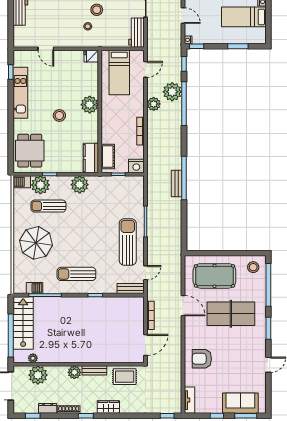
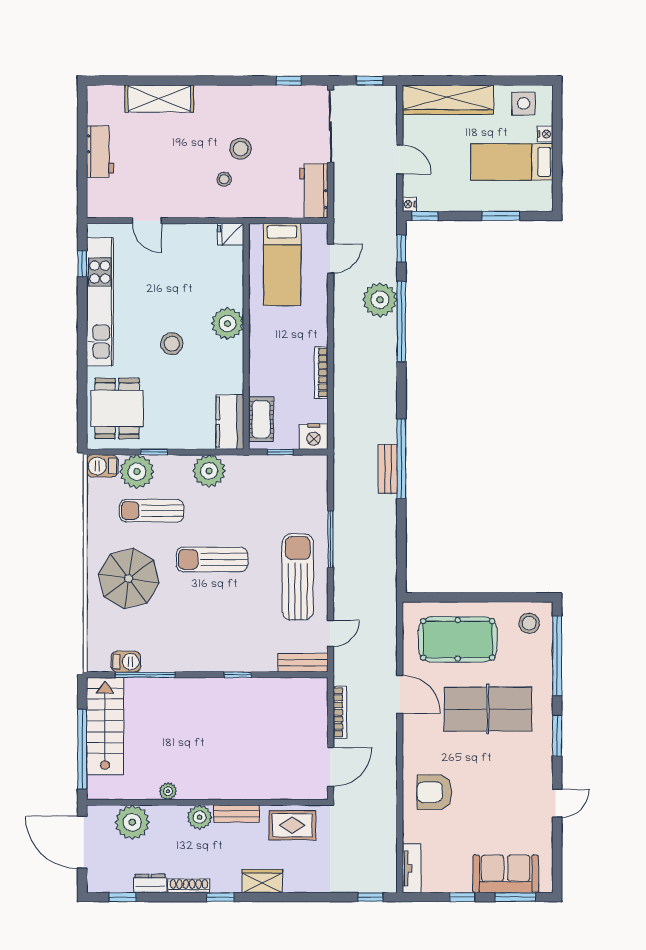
kitchen unit: (20, 93) -> (100, 302), width x1.36
plant: (154, 104) -> (346, 322), removed
sun lounger: (76, 274) -> (212, 559), moved
plant: (33, 358) -> (168, 791), moved

